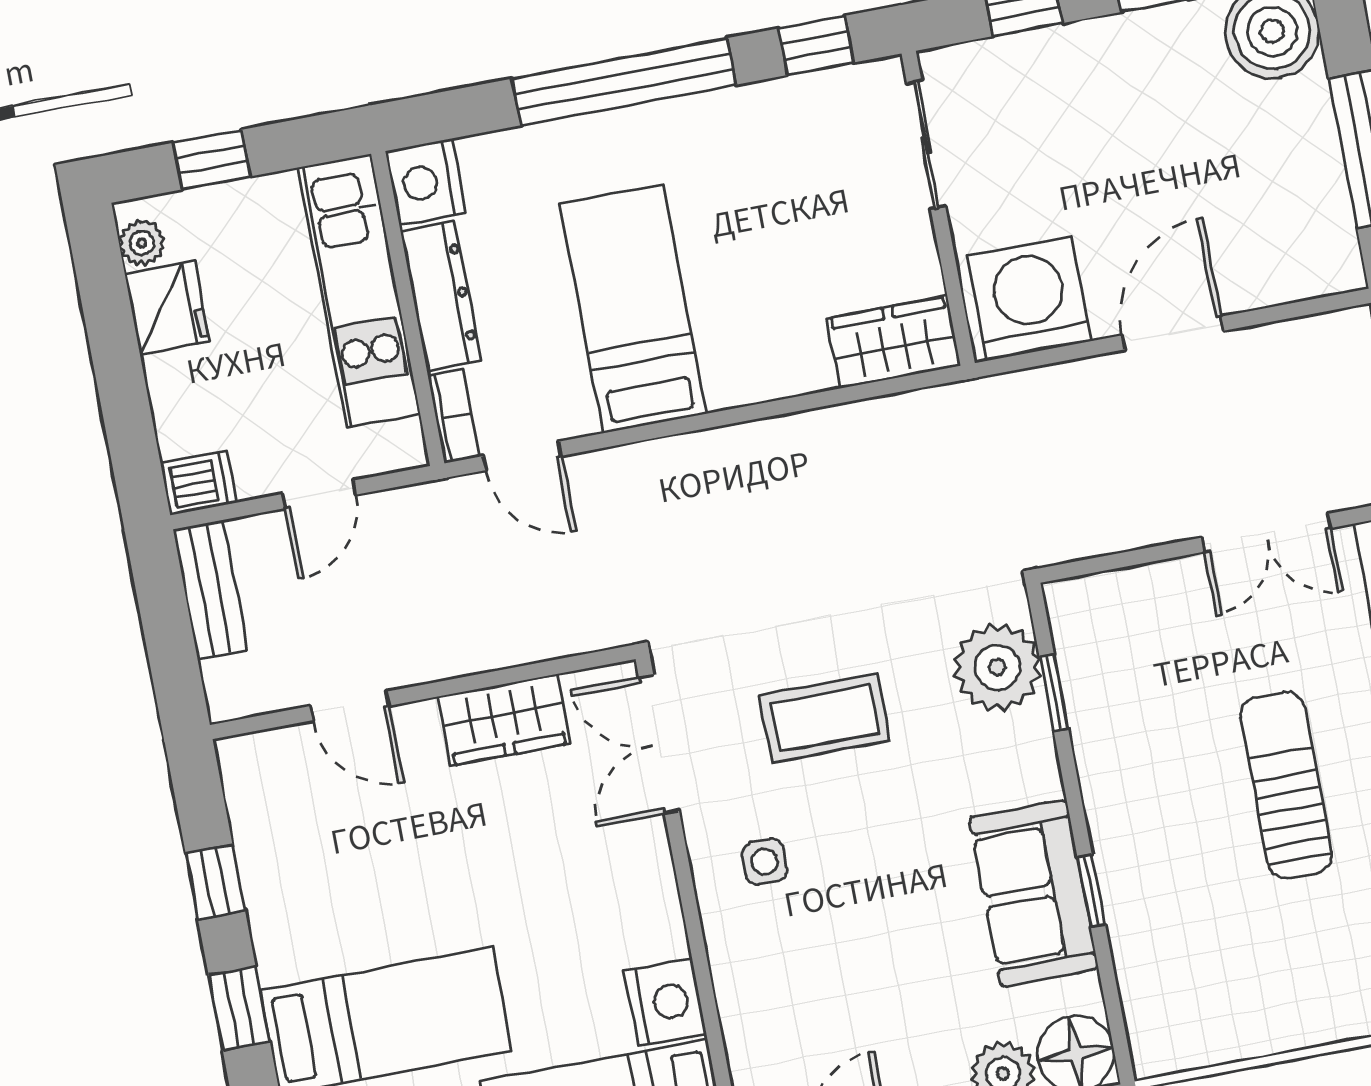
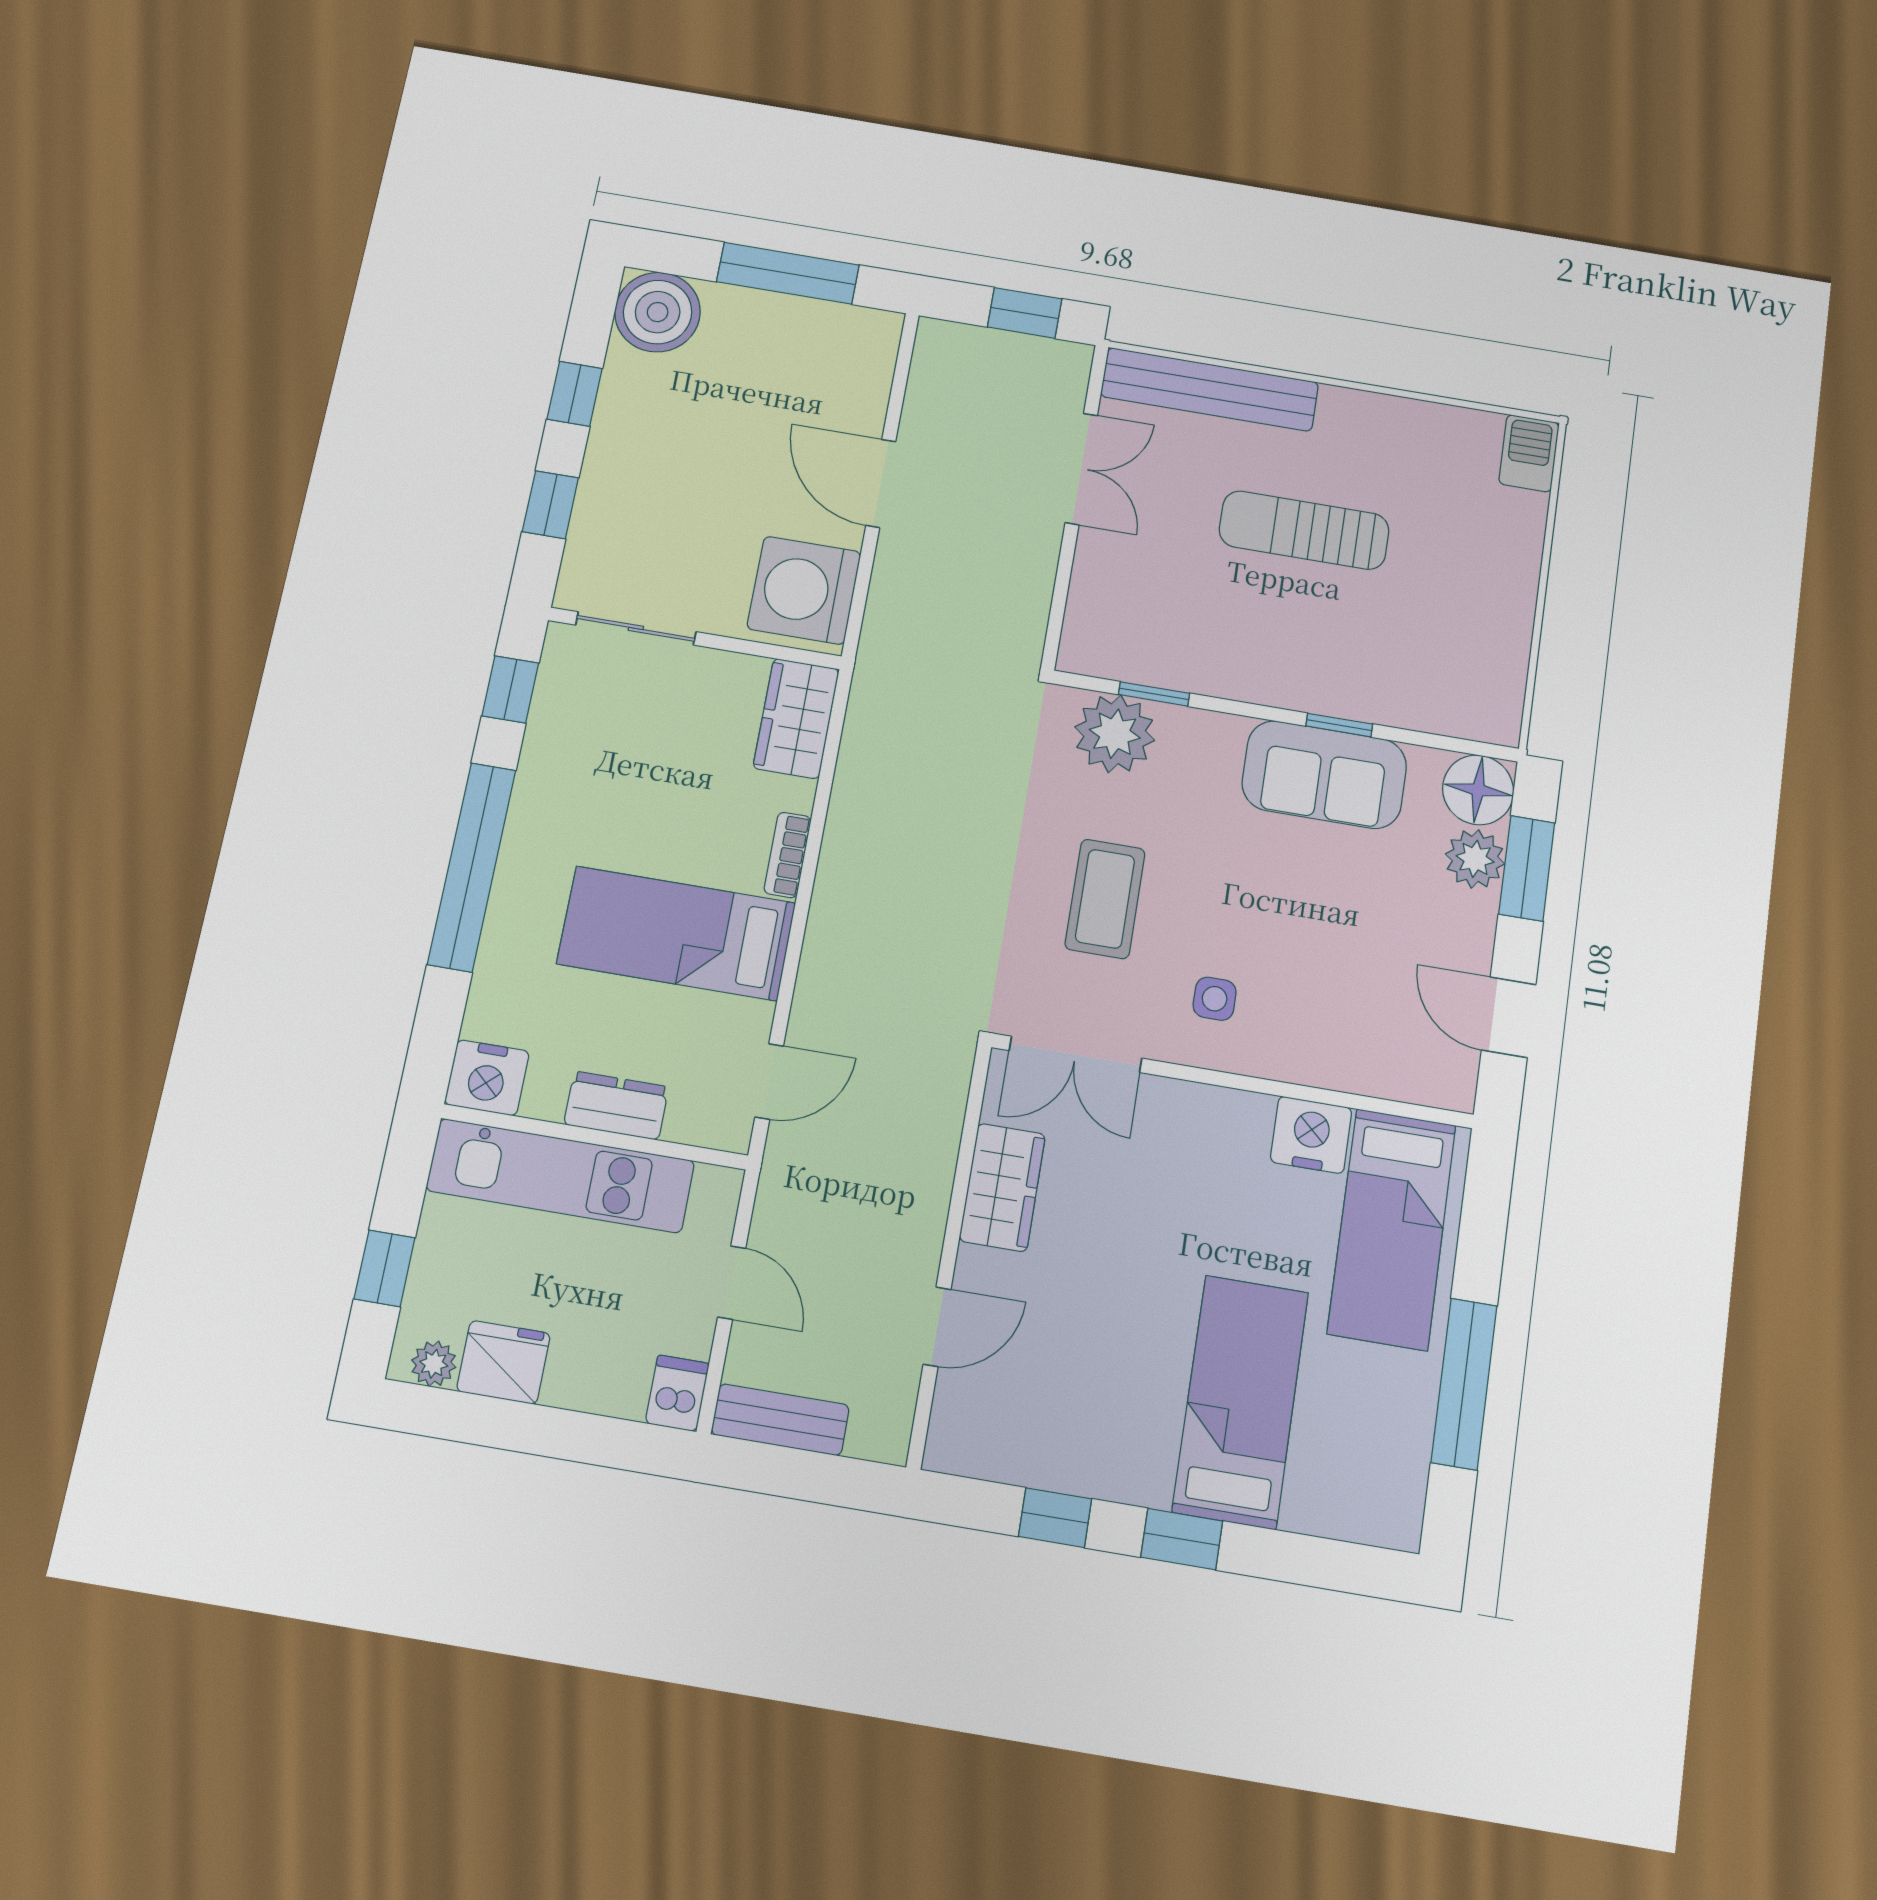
dresser: (441, 296) -> (616, 1106), width x0.70
bookcase: (453, 416) -> (787, 855), moved, turned -90

